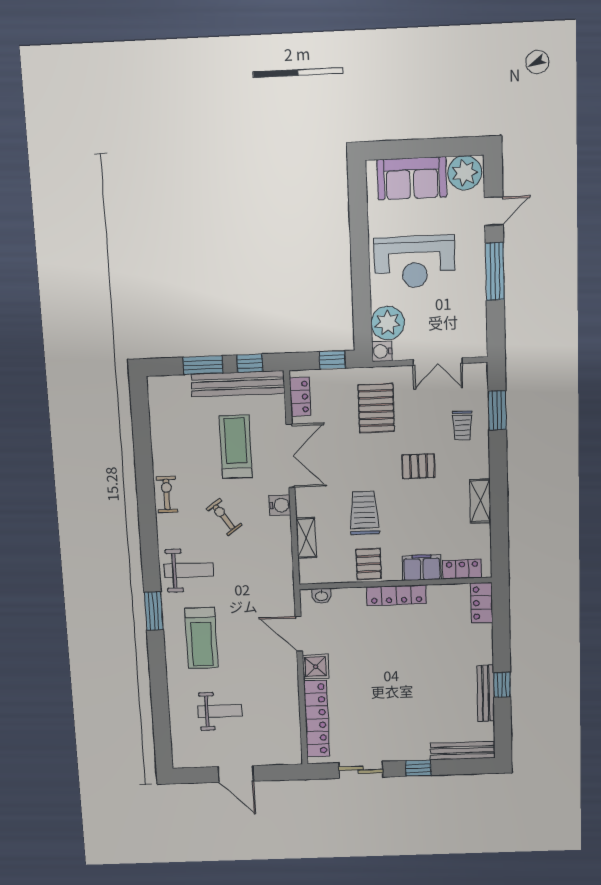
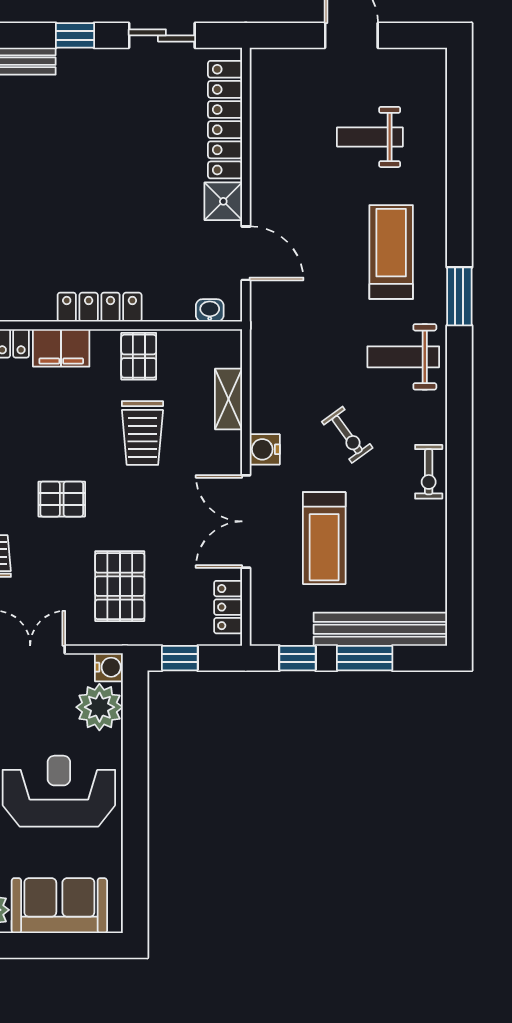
bench: (238, 384) -> (380, 629), moved

